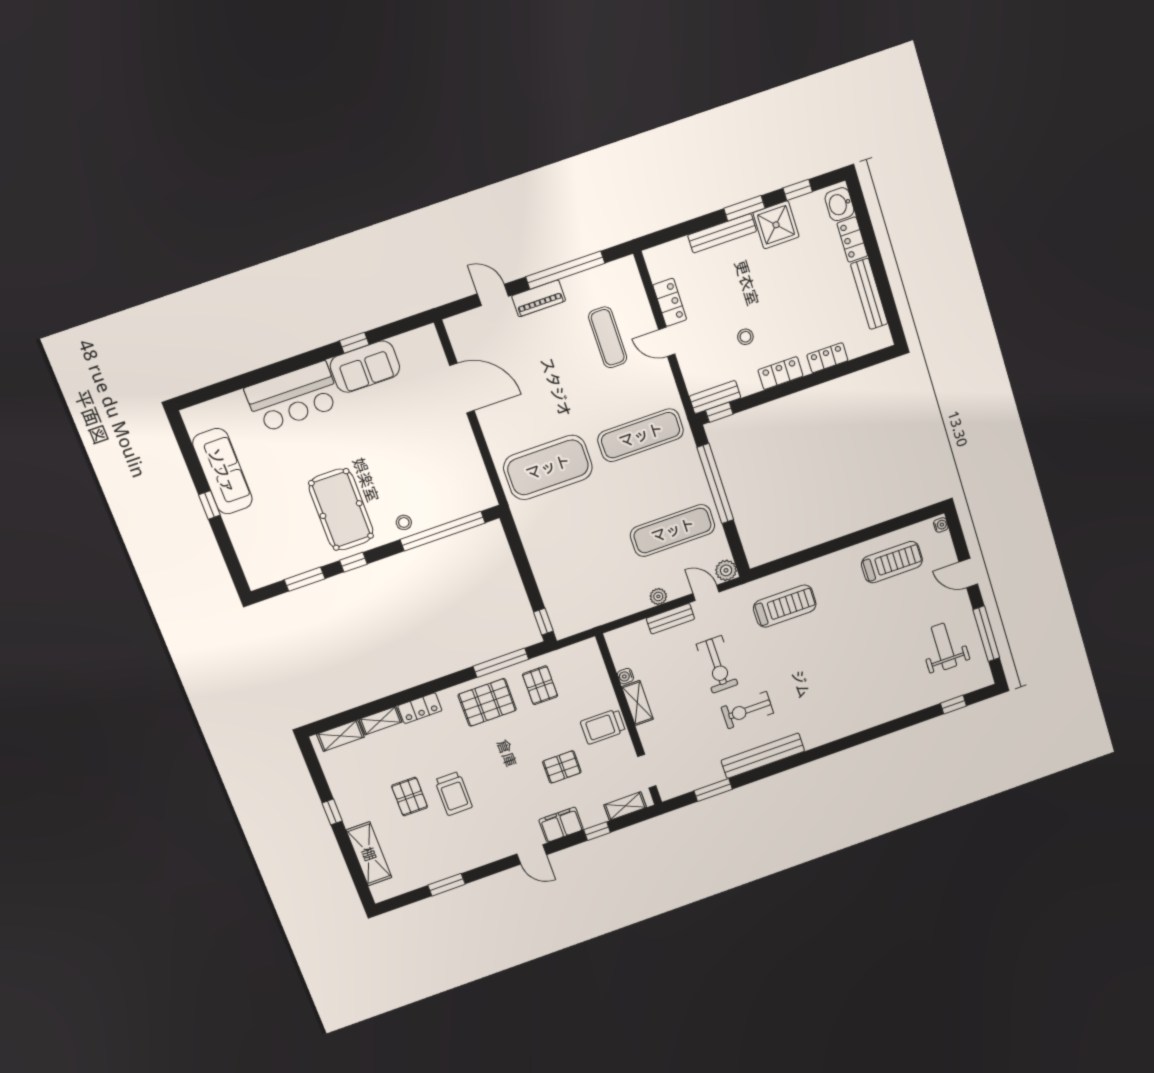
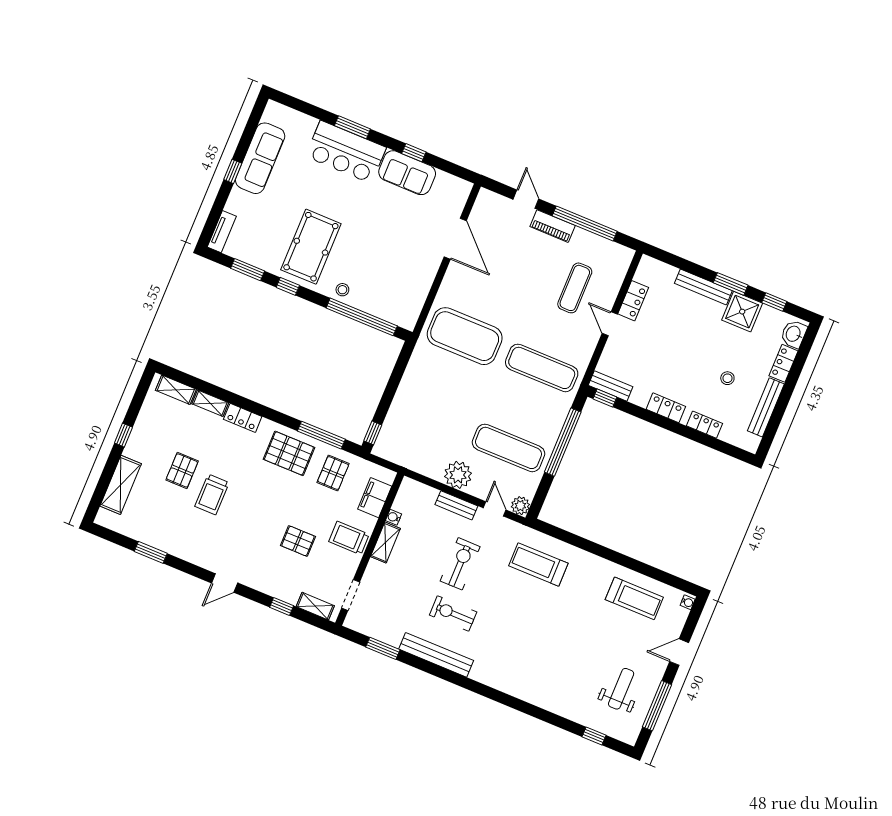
stool: (745, 337) -> (727, 378), moved
window: (278, 369) -> (352, 127), added
tv unit: (251, 566) -> (222, 232), added
door: (968, 573) -> (679, 652), hinge flipped
plant: (658, 596) -> (458, 475), width x1.88, depth x1.88
treadmill: (785, 606) -> (538, 564), turned 180
exercise bike: (717, 664) -> (460, 564), turned 180
filing cabinet: (561, 825) -> (375, 498), moved, turned -90
door: (532, 854) -> (225, 583), hinge flipped

